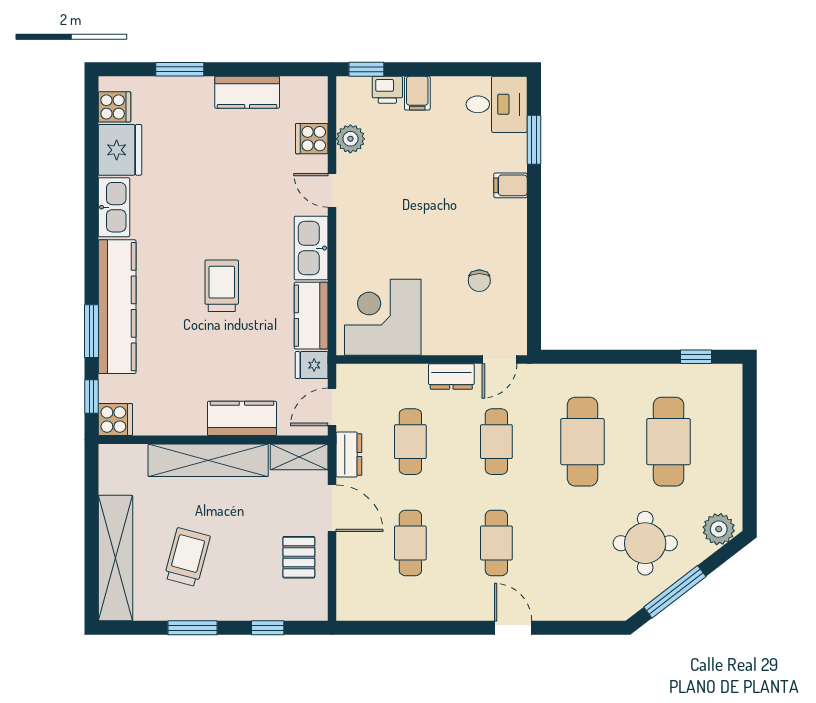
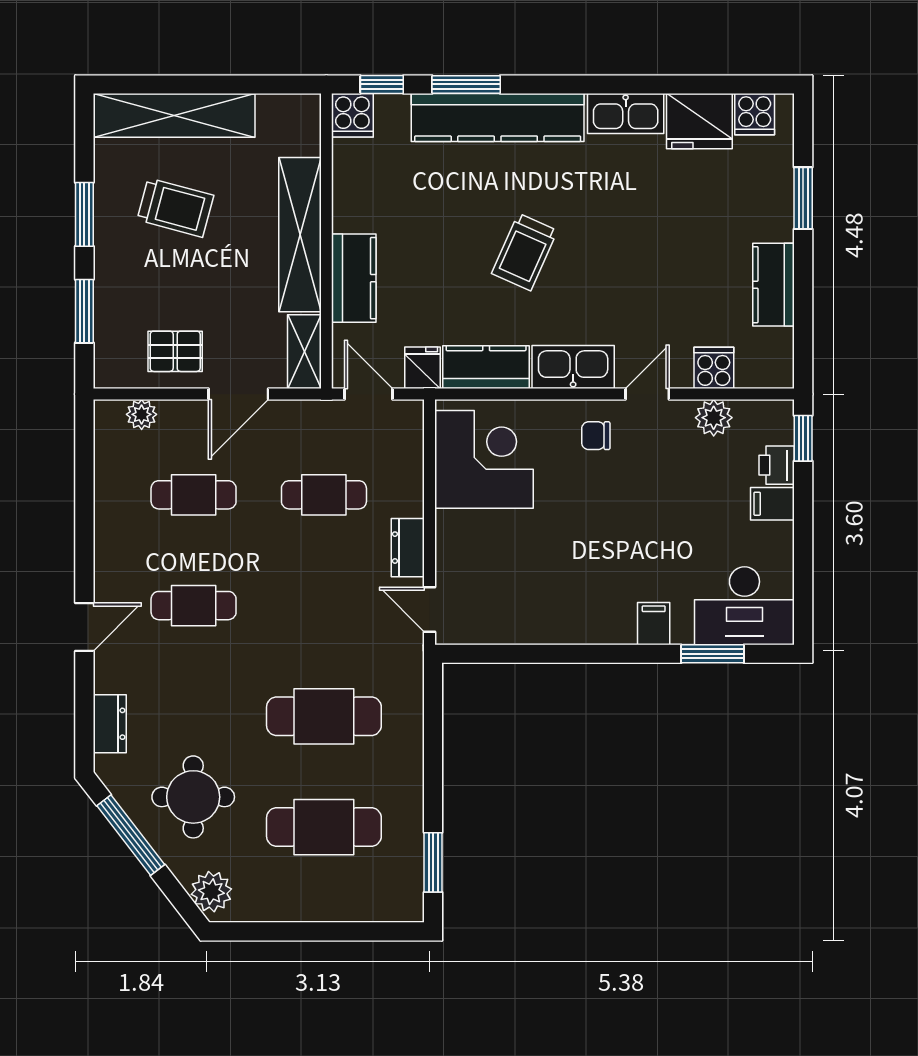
desk: (497, 104) -> (744, 606), width x1.37
chair: (479, 281) -> (596, 436), moved
trolley: (222, 286) -> (525, 252), turned 114
window: (696, 357) -> (433, 862), width x1.50
cafe table: (496, 442) -> (324, 606), removed
dresser: (349, 455) -> (110, 724), moved, turned -90
plant: (348, 583) -> (142, 414), added
window: (268, 628) -> (84, 311), width x1.50

